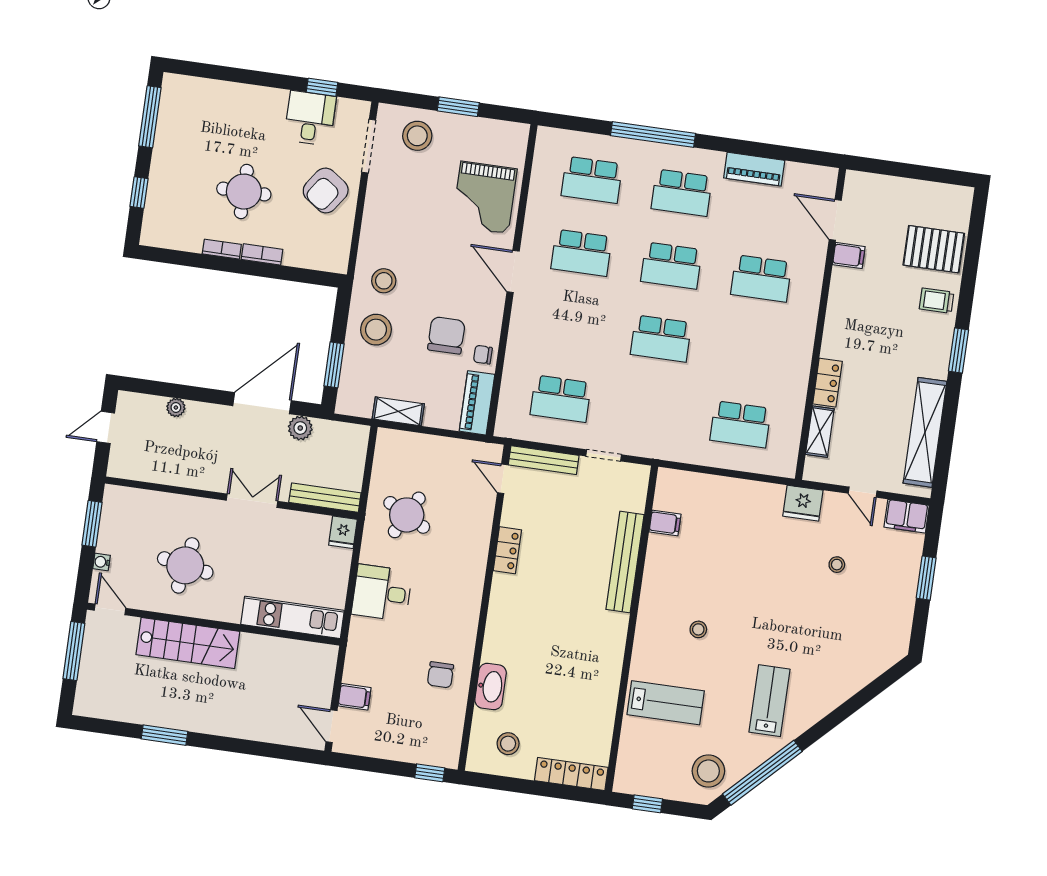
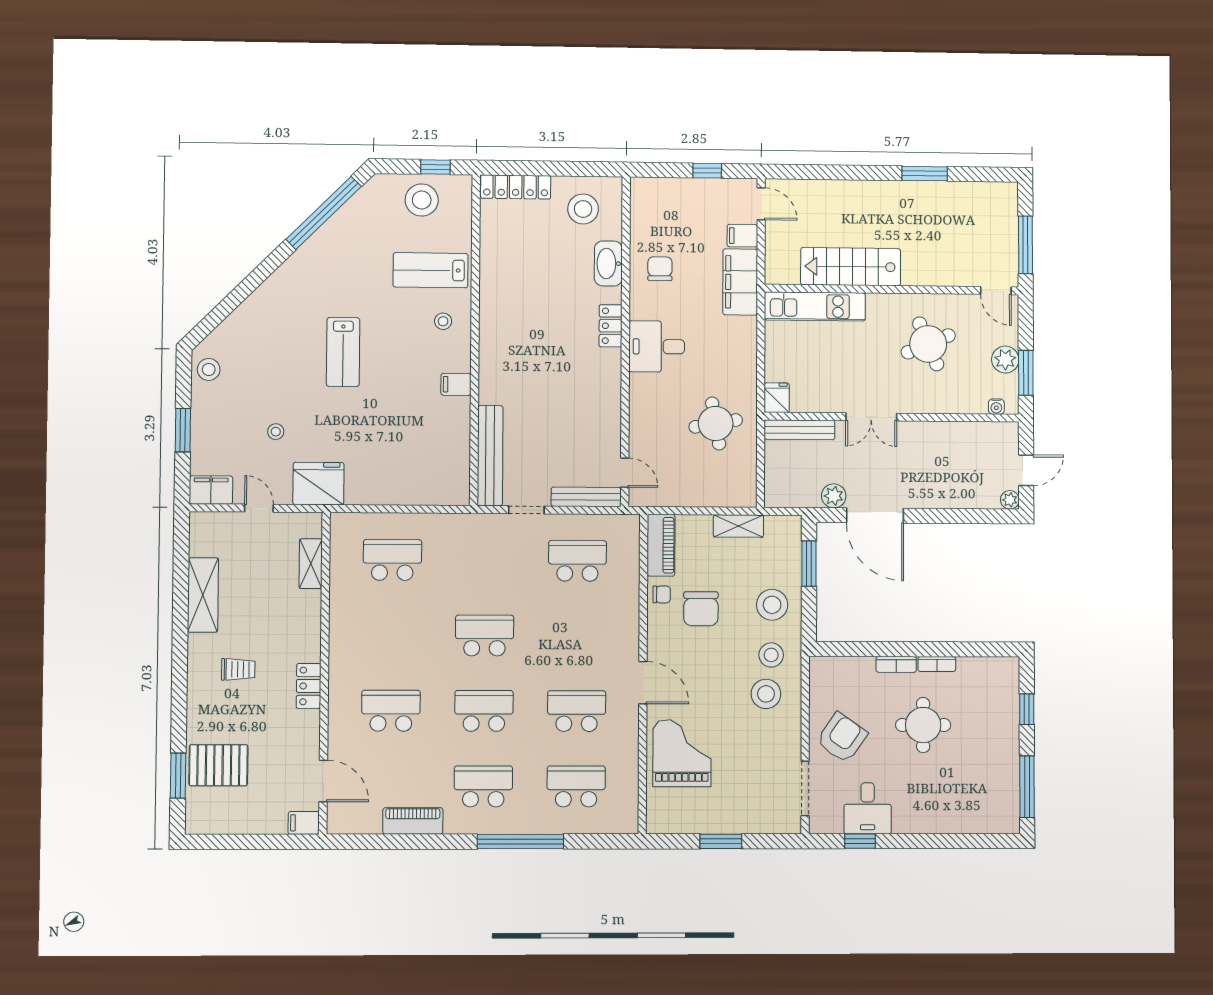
stool: (417, 136) -> (766, 694), moved
filing cabinet: (849, 256) -> (304, 823), moved
trolley: (937, 301) -> (238, 669), moved
window: (959, 350) -> (178, 776), moved
locker: (827, 383) -> (309, 686), moved
door: (262, 403) -> (875, 516), hinge flipped
plant: (176, 407) -> (1010, 500), moved
shelving: (925, 432) -> (203, 595), width x0.68
fridge: (803, 503) -> (318, 484), width x1.36, depth x1.34
round table: (407, 515) -> (716, 423), turned -38
filing cabinet: (665, 523) -> (456, 384), moved
plant: (111, 540) -> (1005, 360), added
locker: (507, 550) -> (611, 326), moved
water cooler: (102, 562) -> (996, 407), moved, turned 90
bench: (625, 562) -> (490, 456), moved
round table: (185, 565) -> (928, 344), turned -33
desk: (382, 593) -> (657, 347), moved, turned 180
stool: (698, 629) -> (443, 321), moved
stool: (894, 634) -> (209, 369), added
stairs: (188, 643) -> (851, 267), moved
filing cabinet: (363, 651) -> (740, 282), added
lab bench: (770, 701) -> (343, 352), moved
stool: (508, 744) -> (583, 209), width x1.38, depth x1.38
stool: (708, 771) -> (422, 200), moved
window: (430, 773) -> (707, 171), moved

